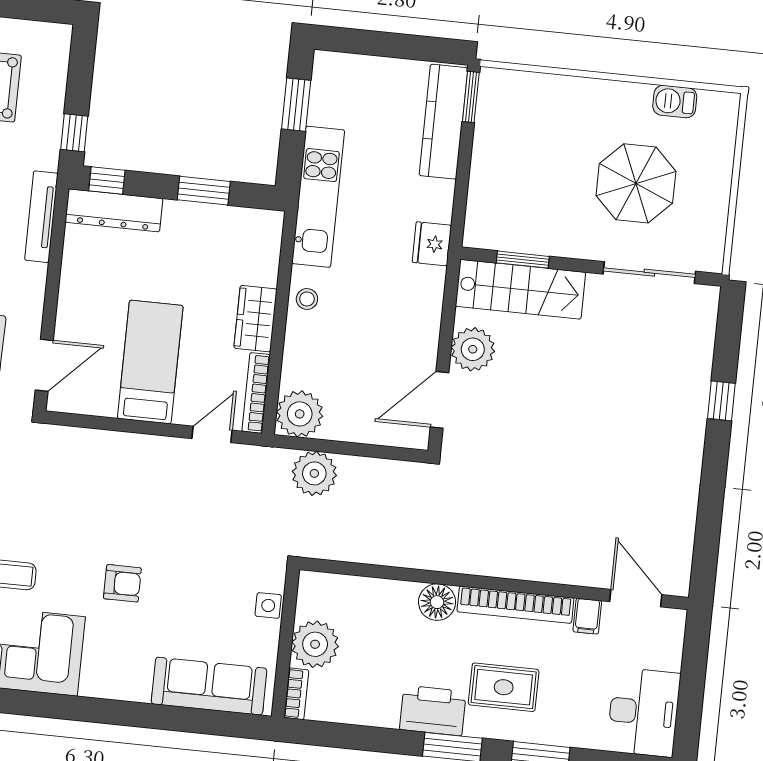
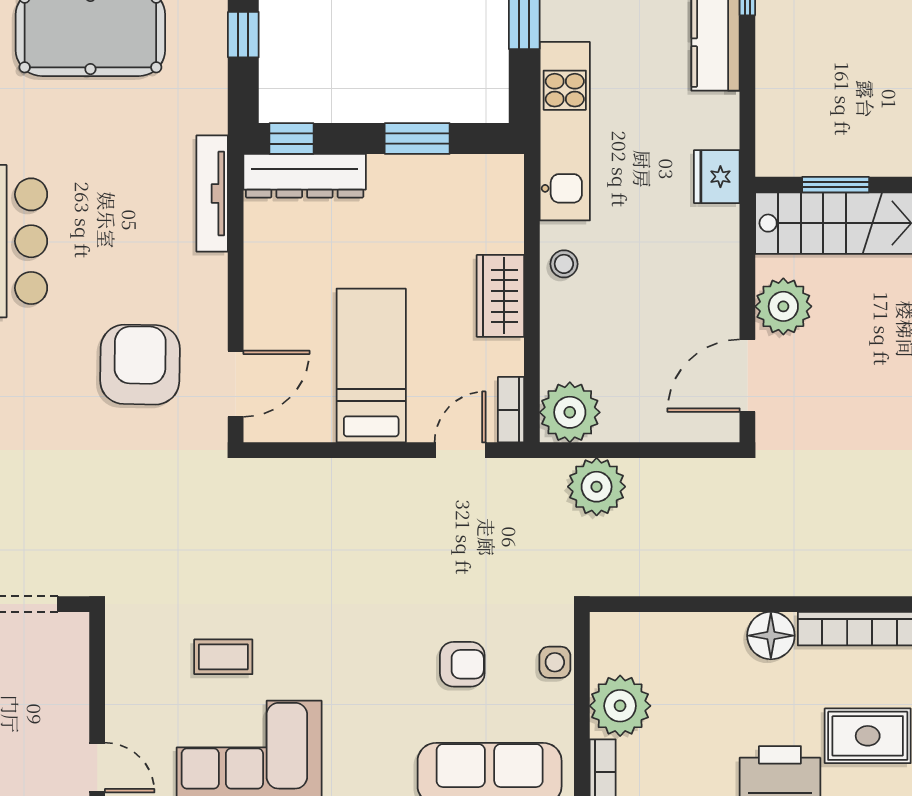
window: (74, 133) -> (243, 35), moved
bookcase: (256, 393) -> (511, 410), width x0.64
armchair: (122, 583) -> (462, 664), moved

